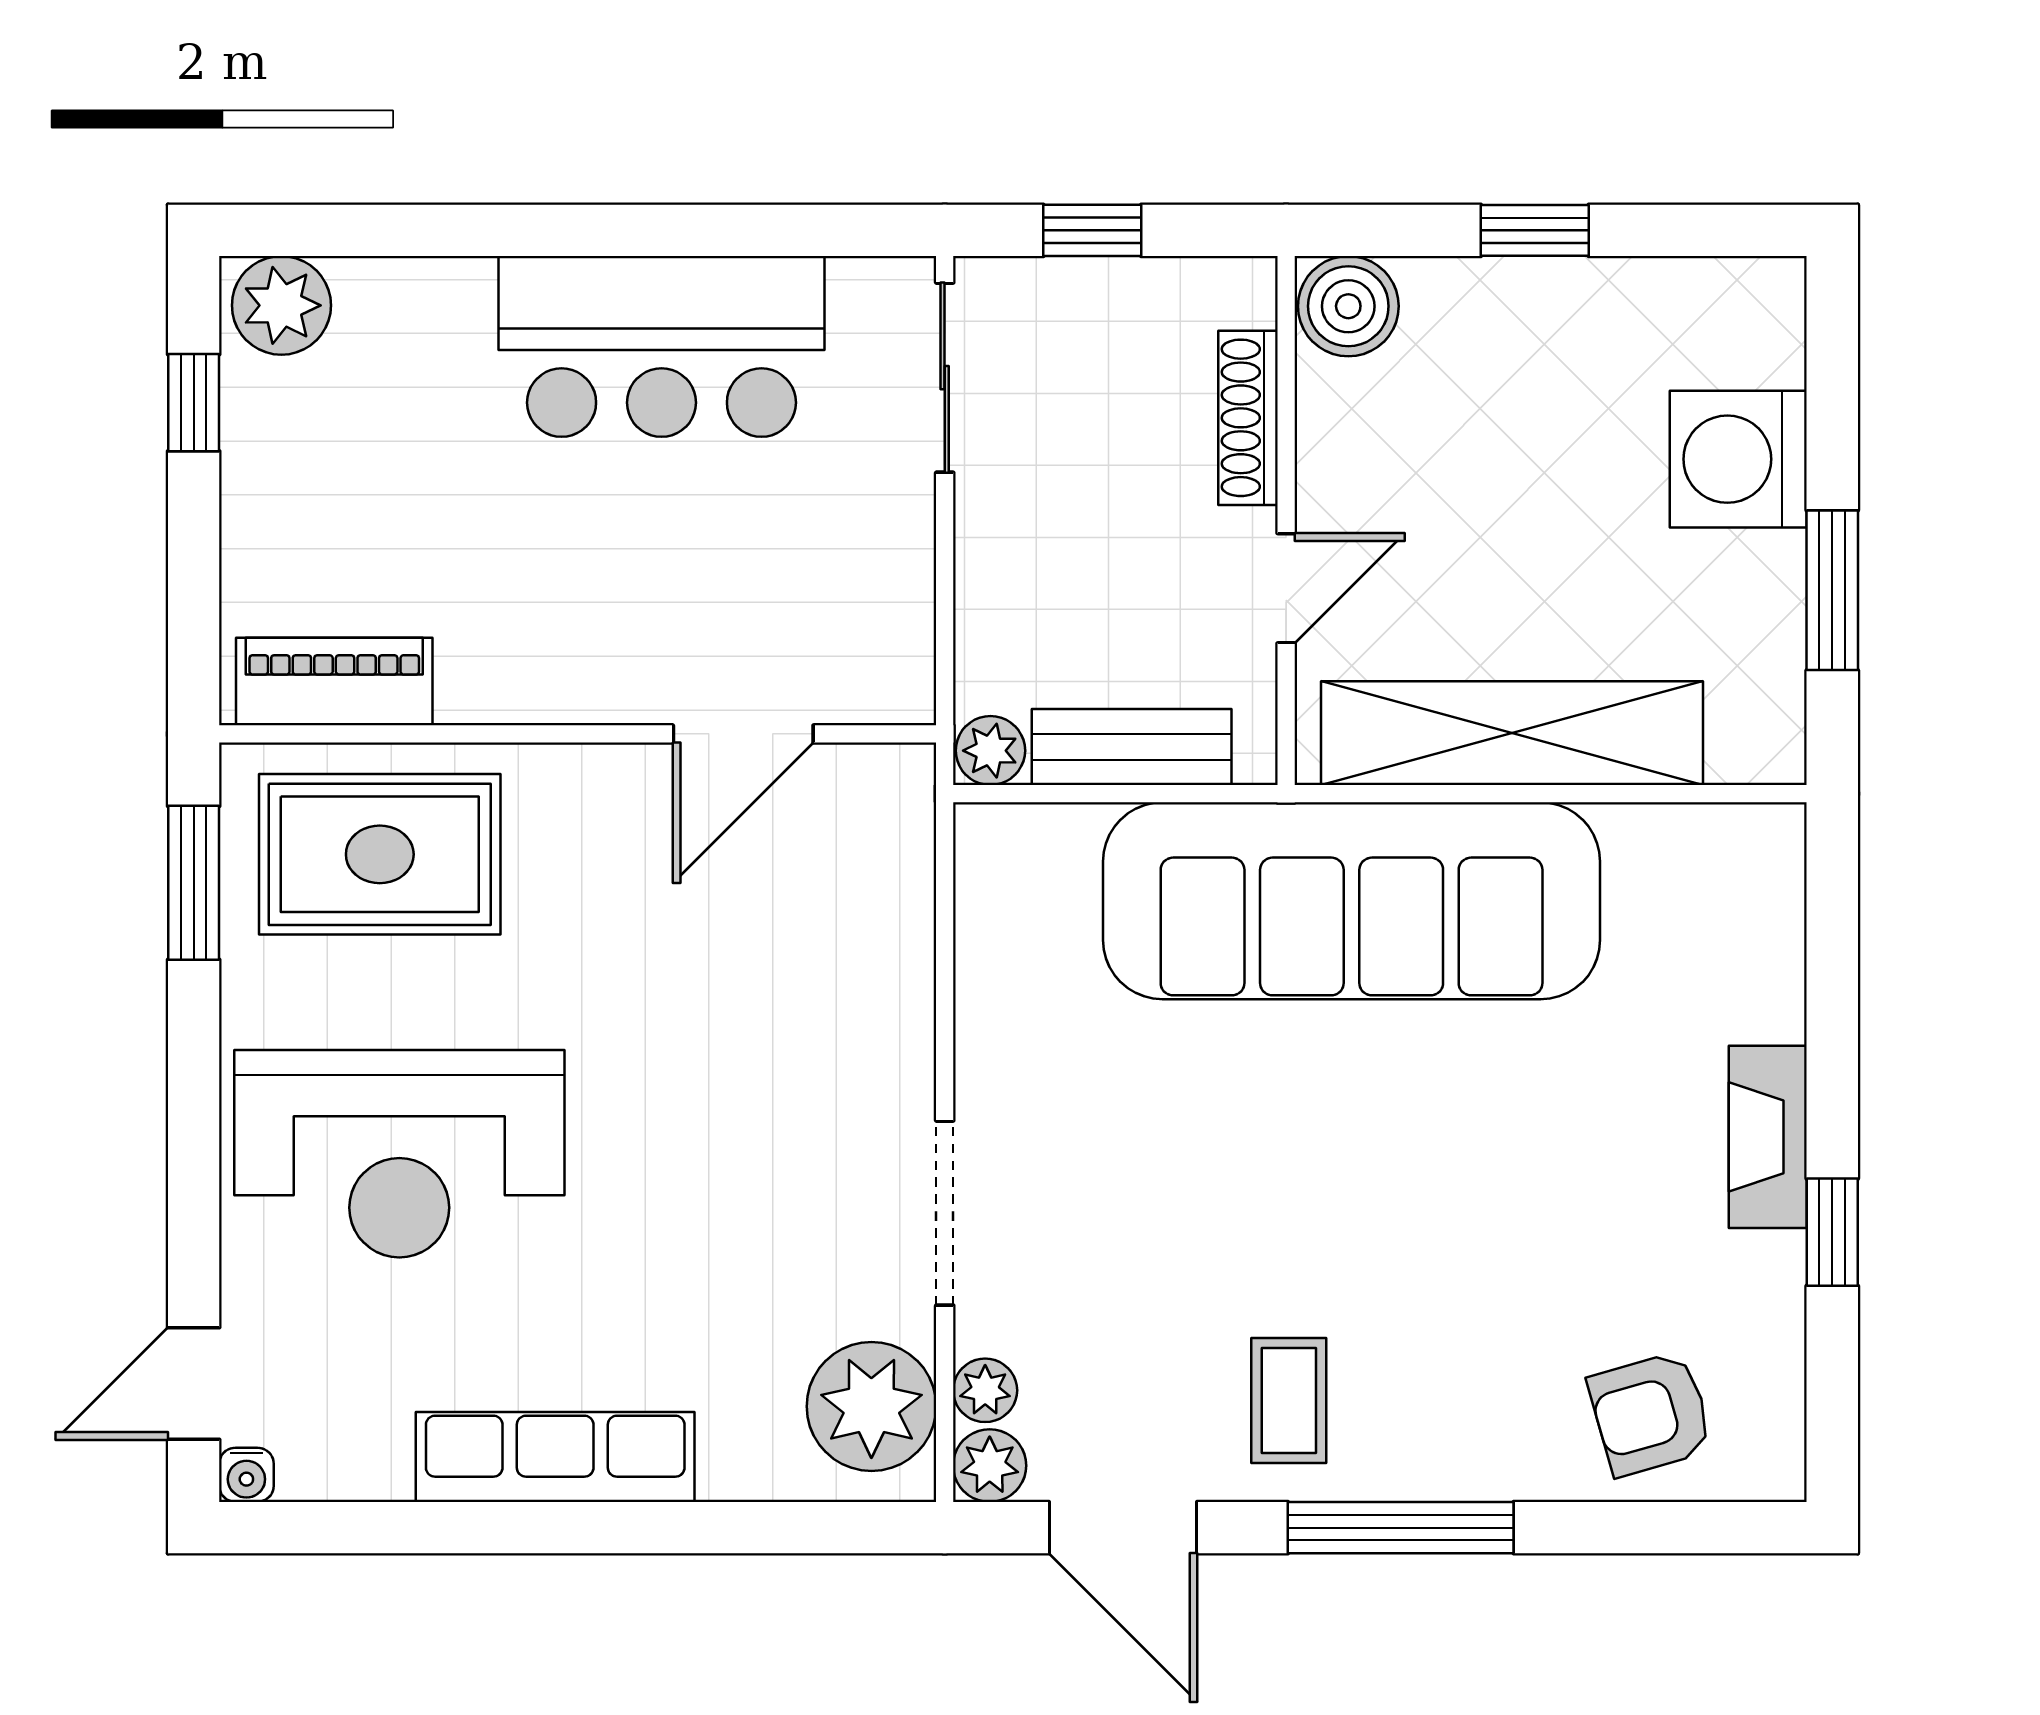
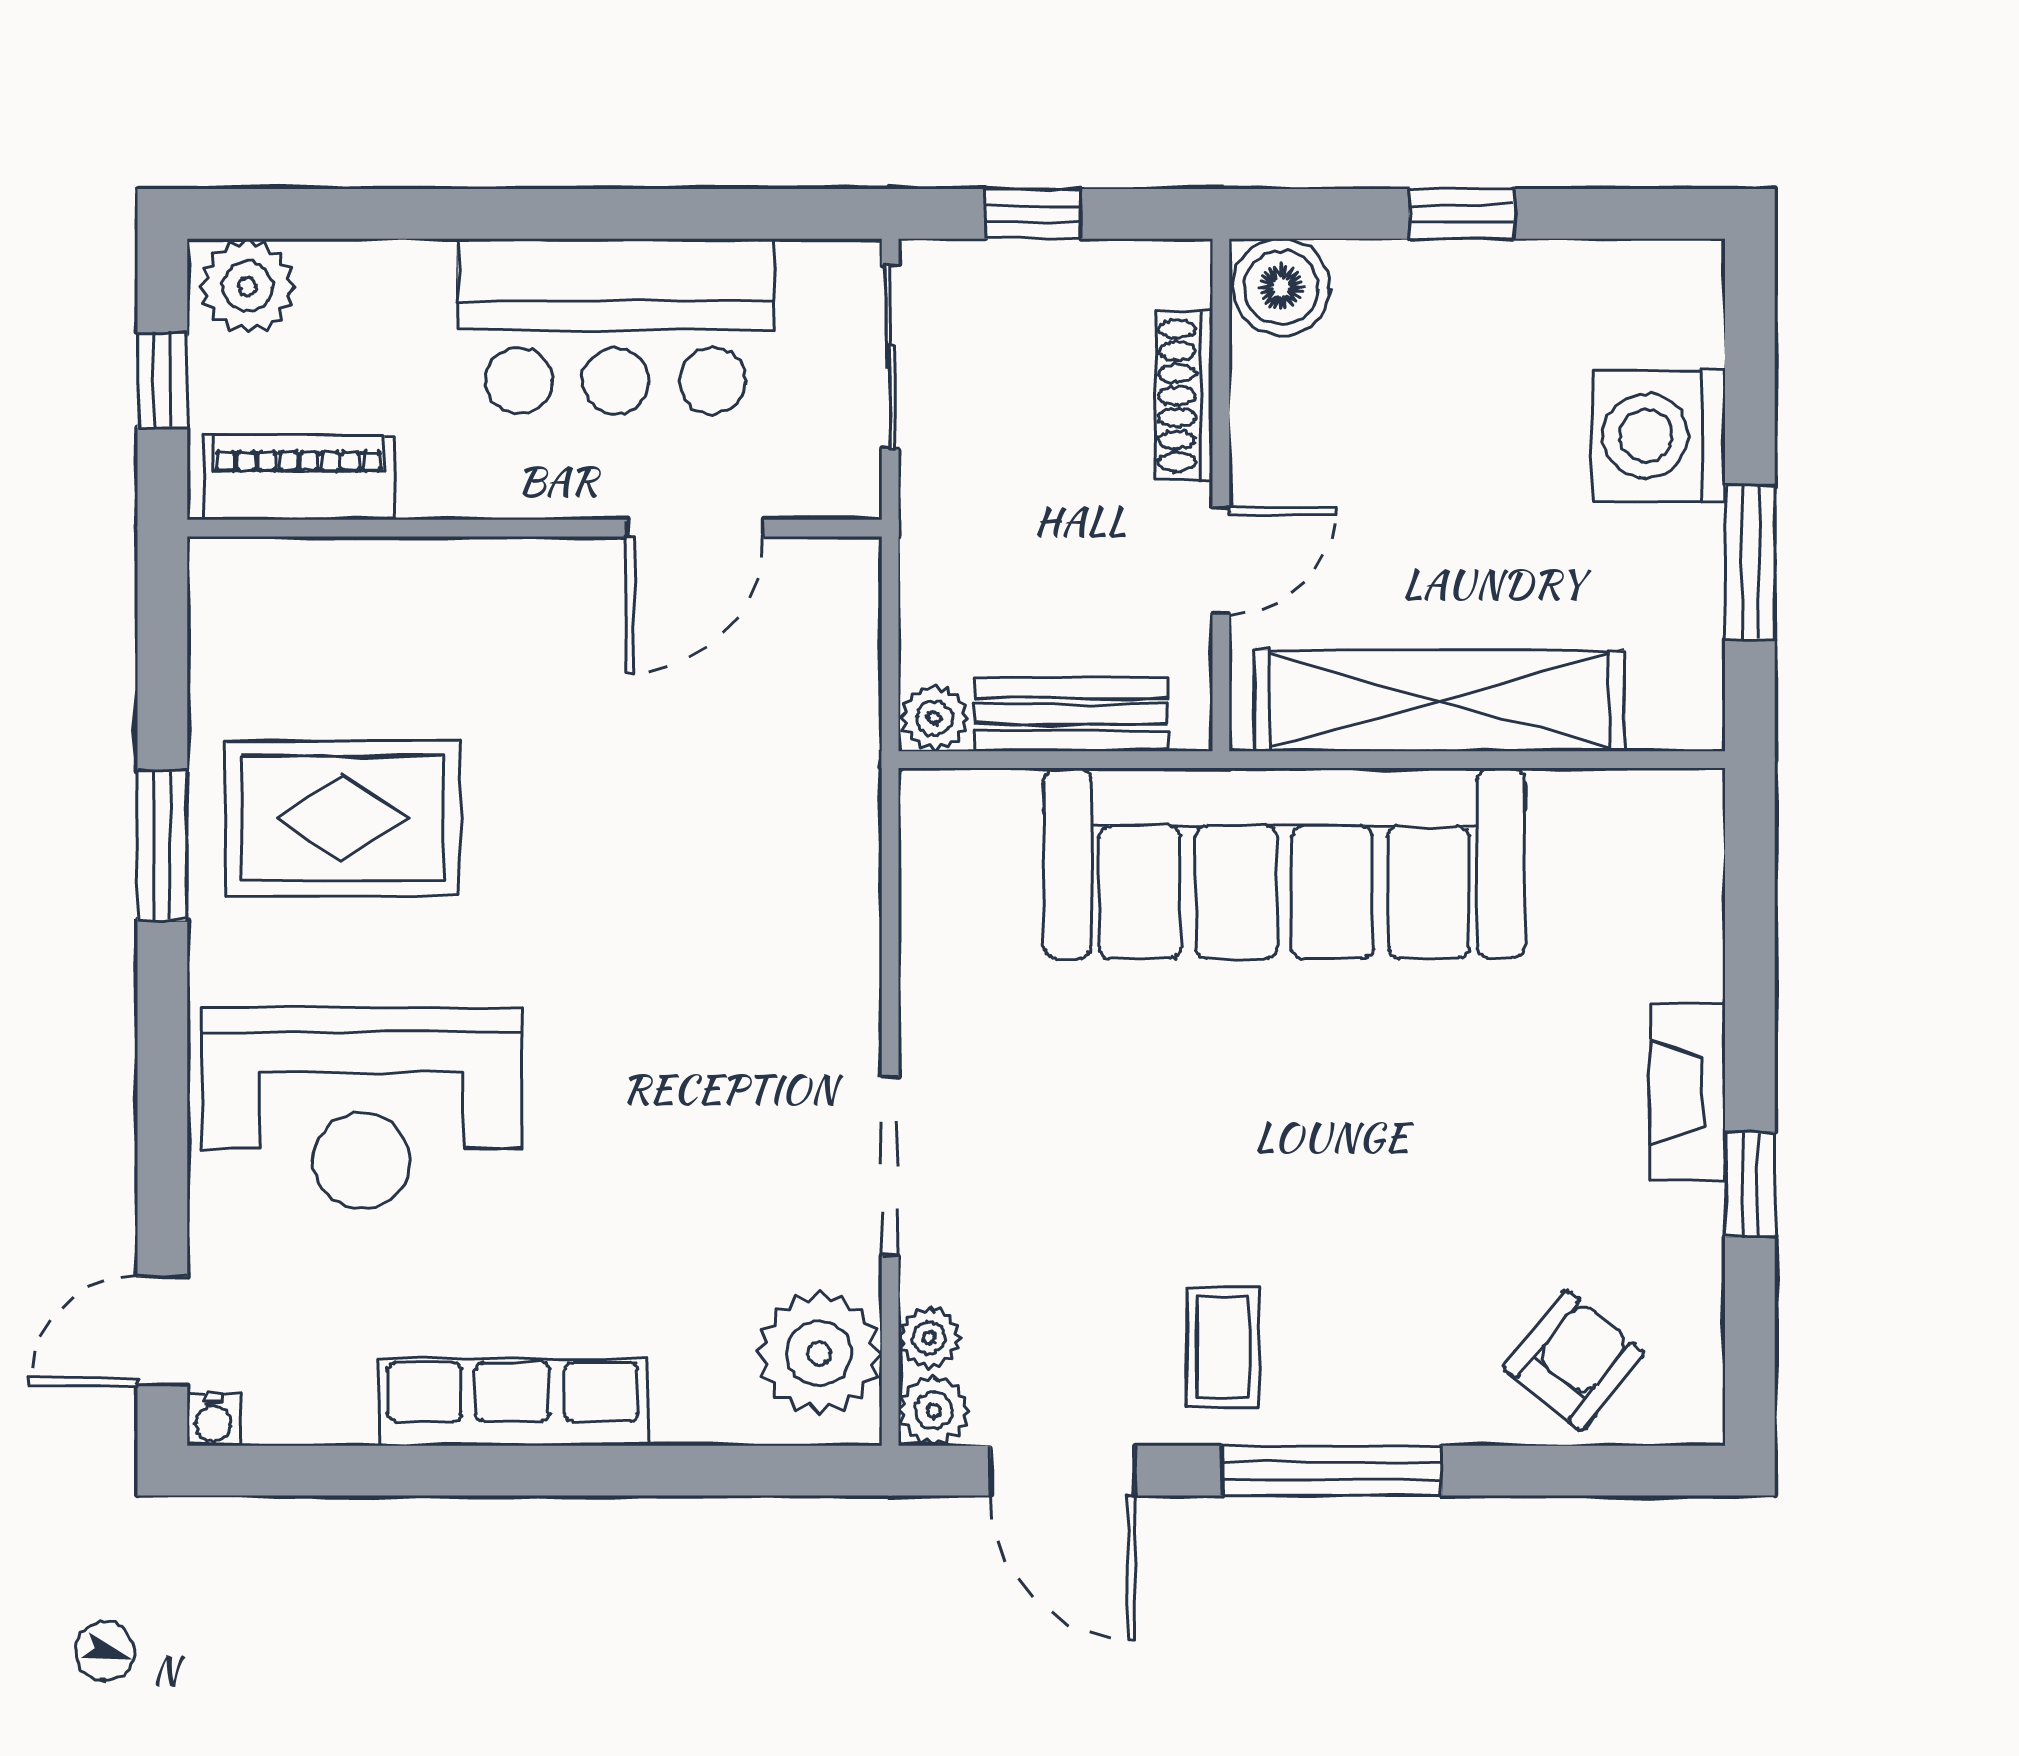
piano: (334, 682) -> (299, 477), moved
wall: (578, 734) -> (535, 528), moved
door: (743, 734) -> (695, 528), moved
armchair: (1651, 1414) -> (1574, 1360), turned 145

